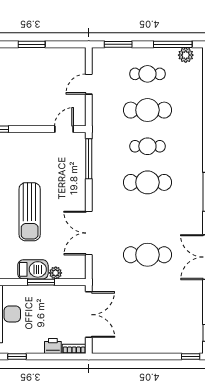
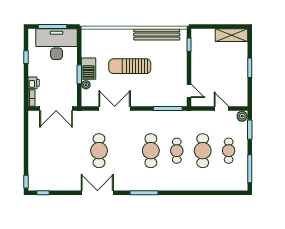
plant: (186, 55) -> (242, 116), moved

